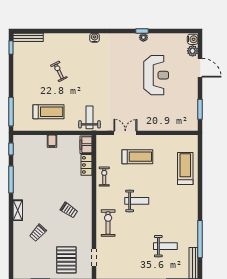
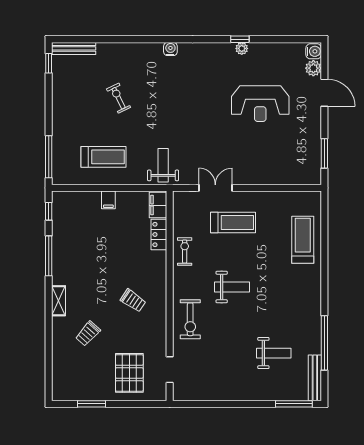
reception desk: (156, 75) -> (260, 104), turned 90
exercise bike: (108, 223) -> (190, 319), turned 180

